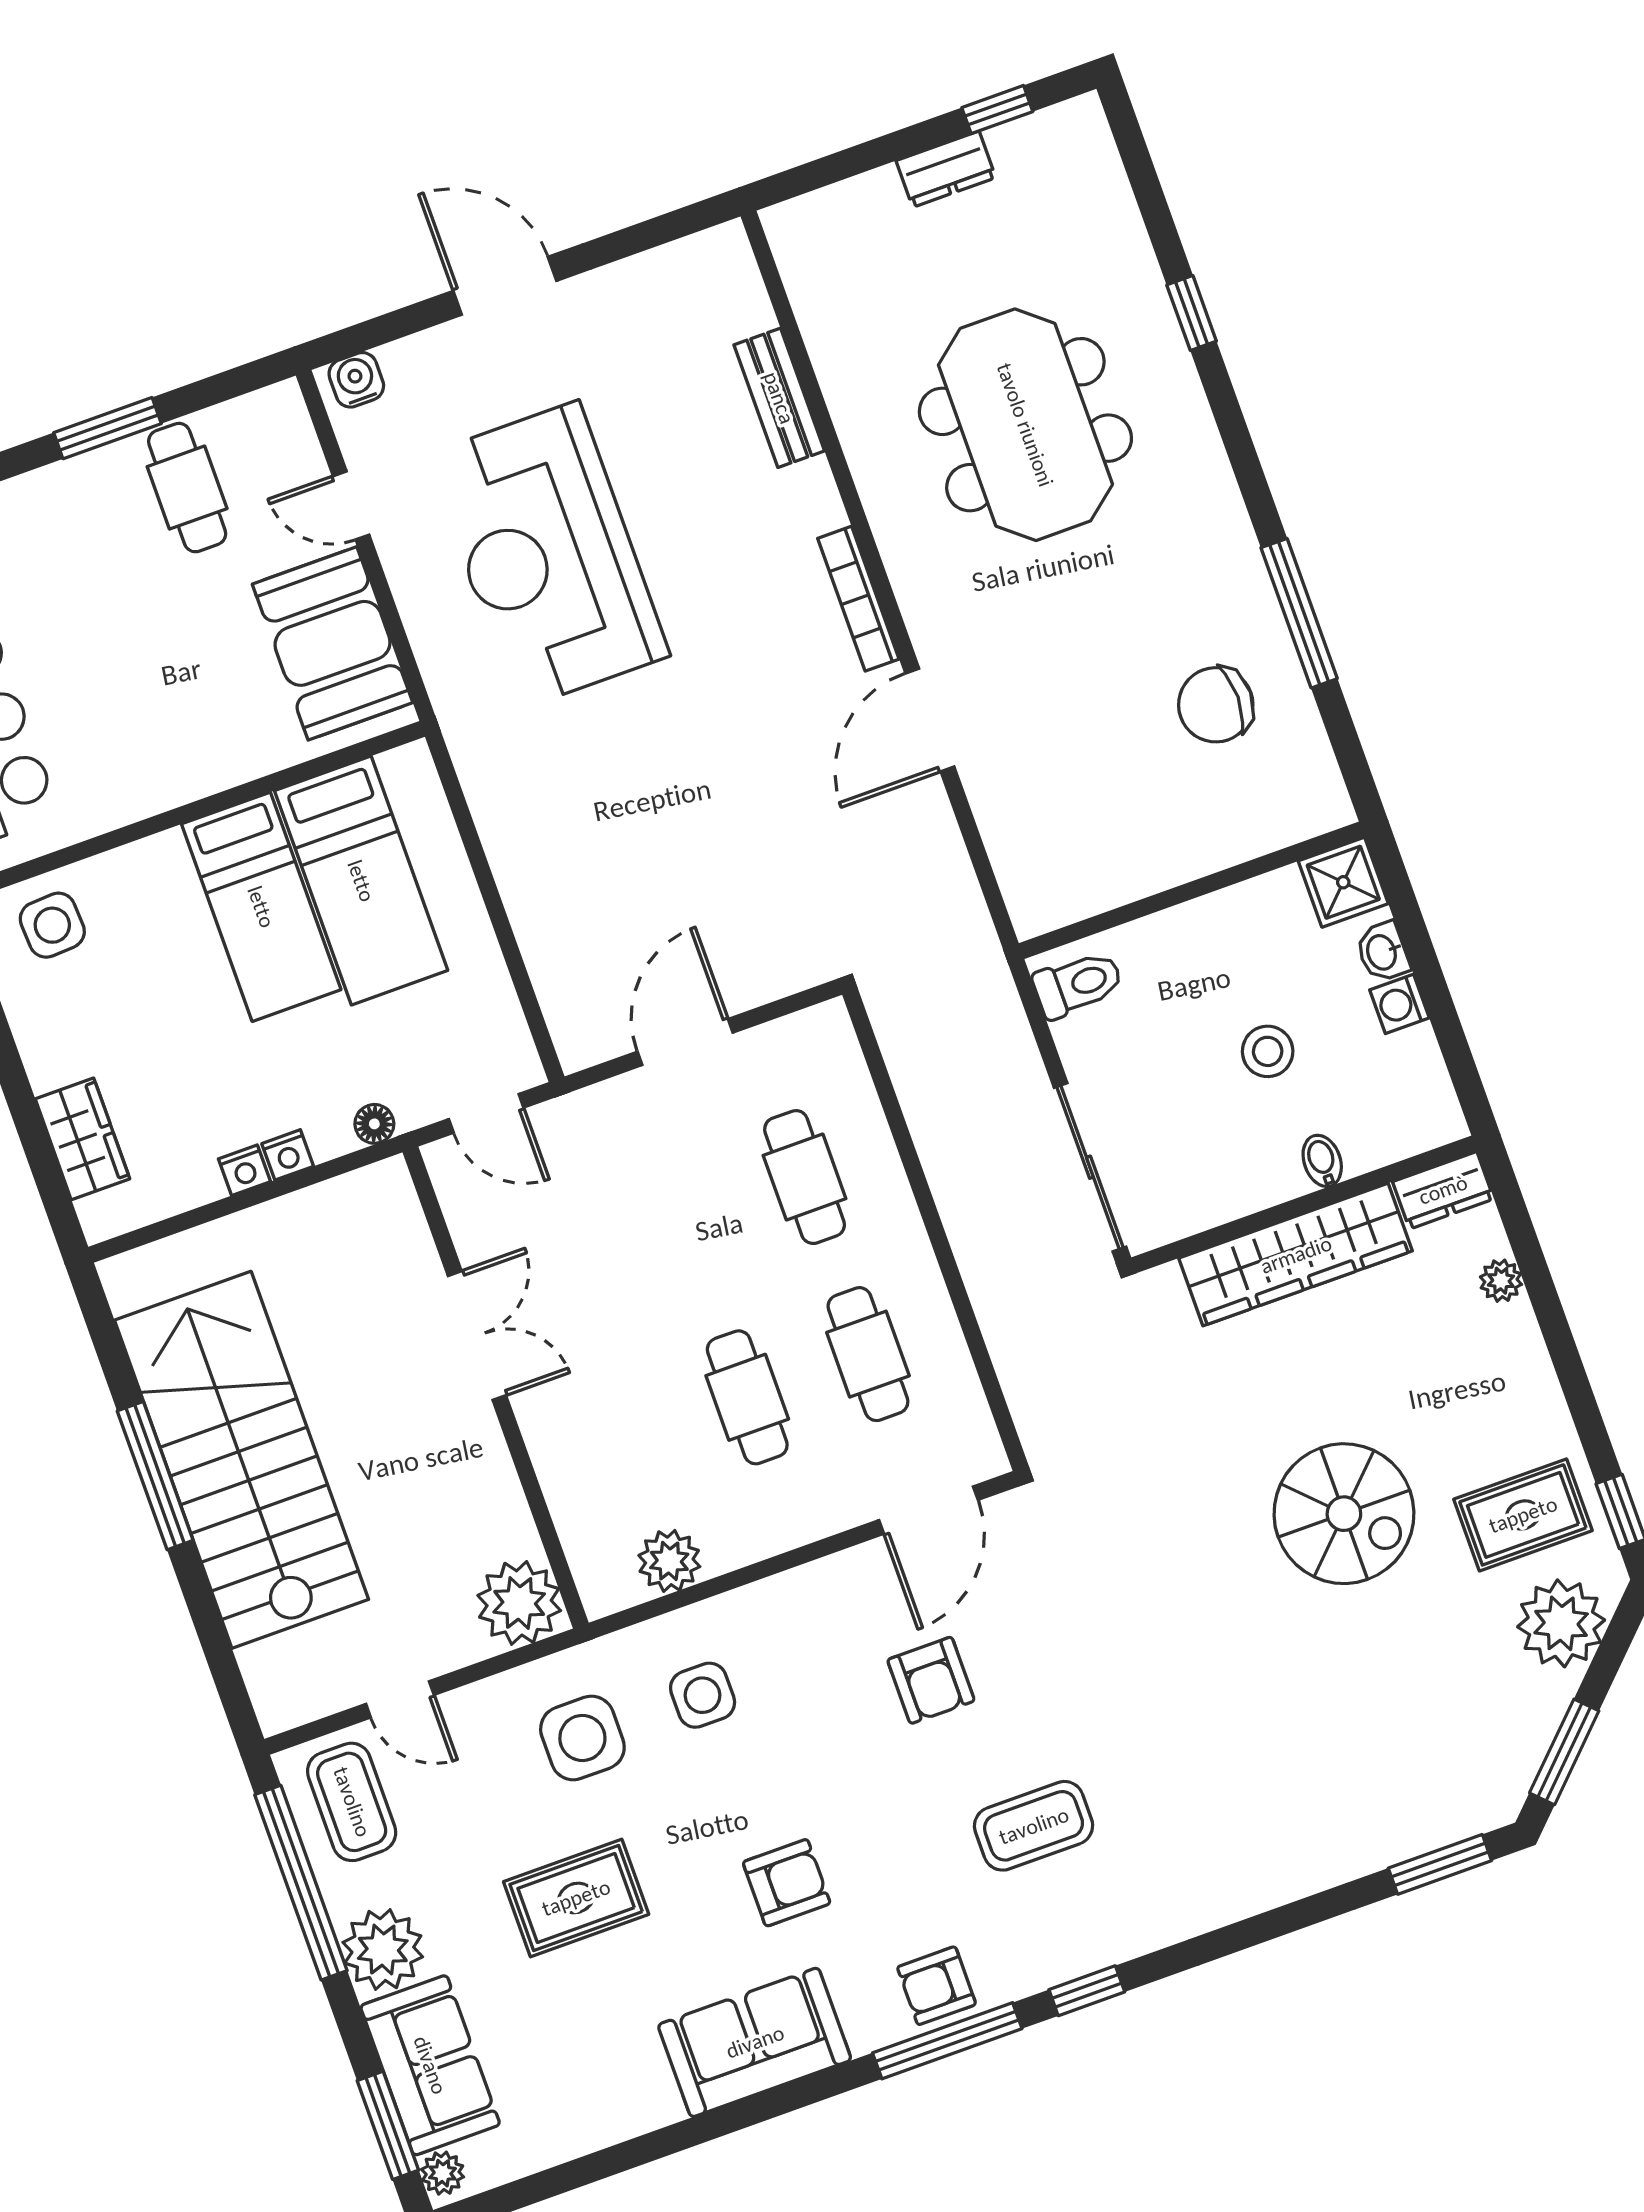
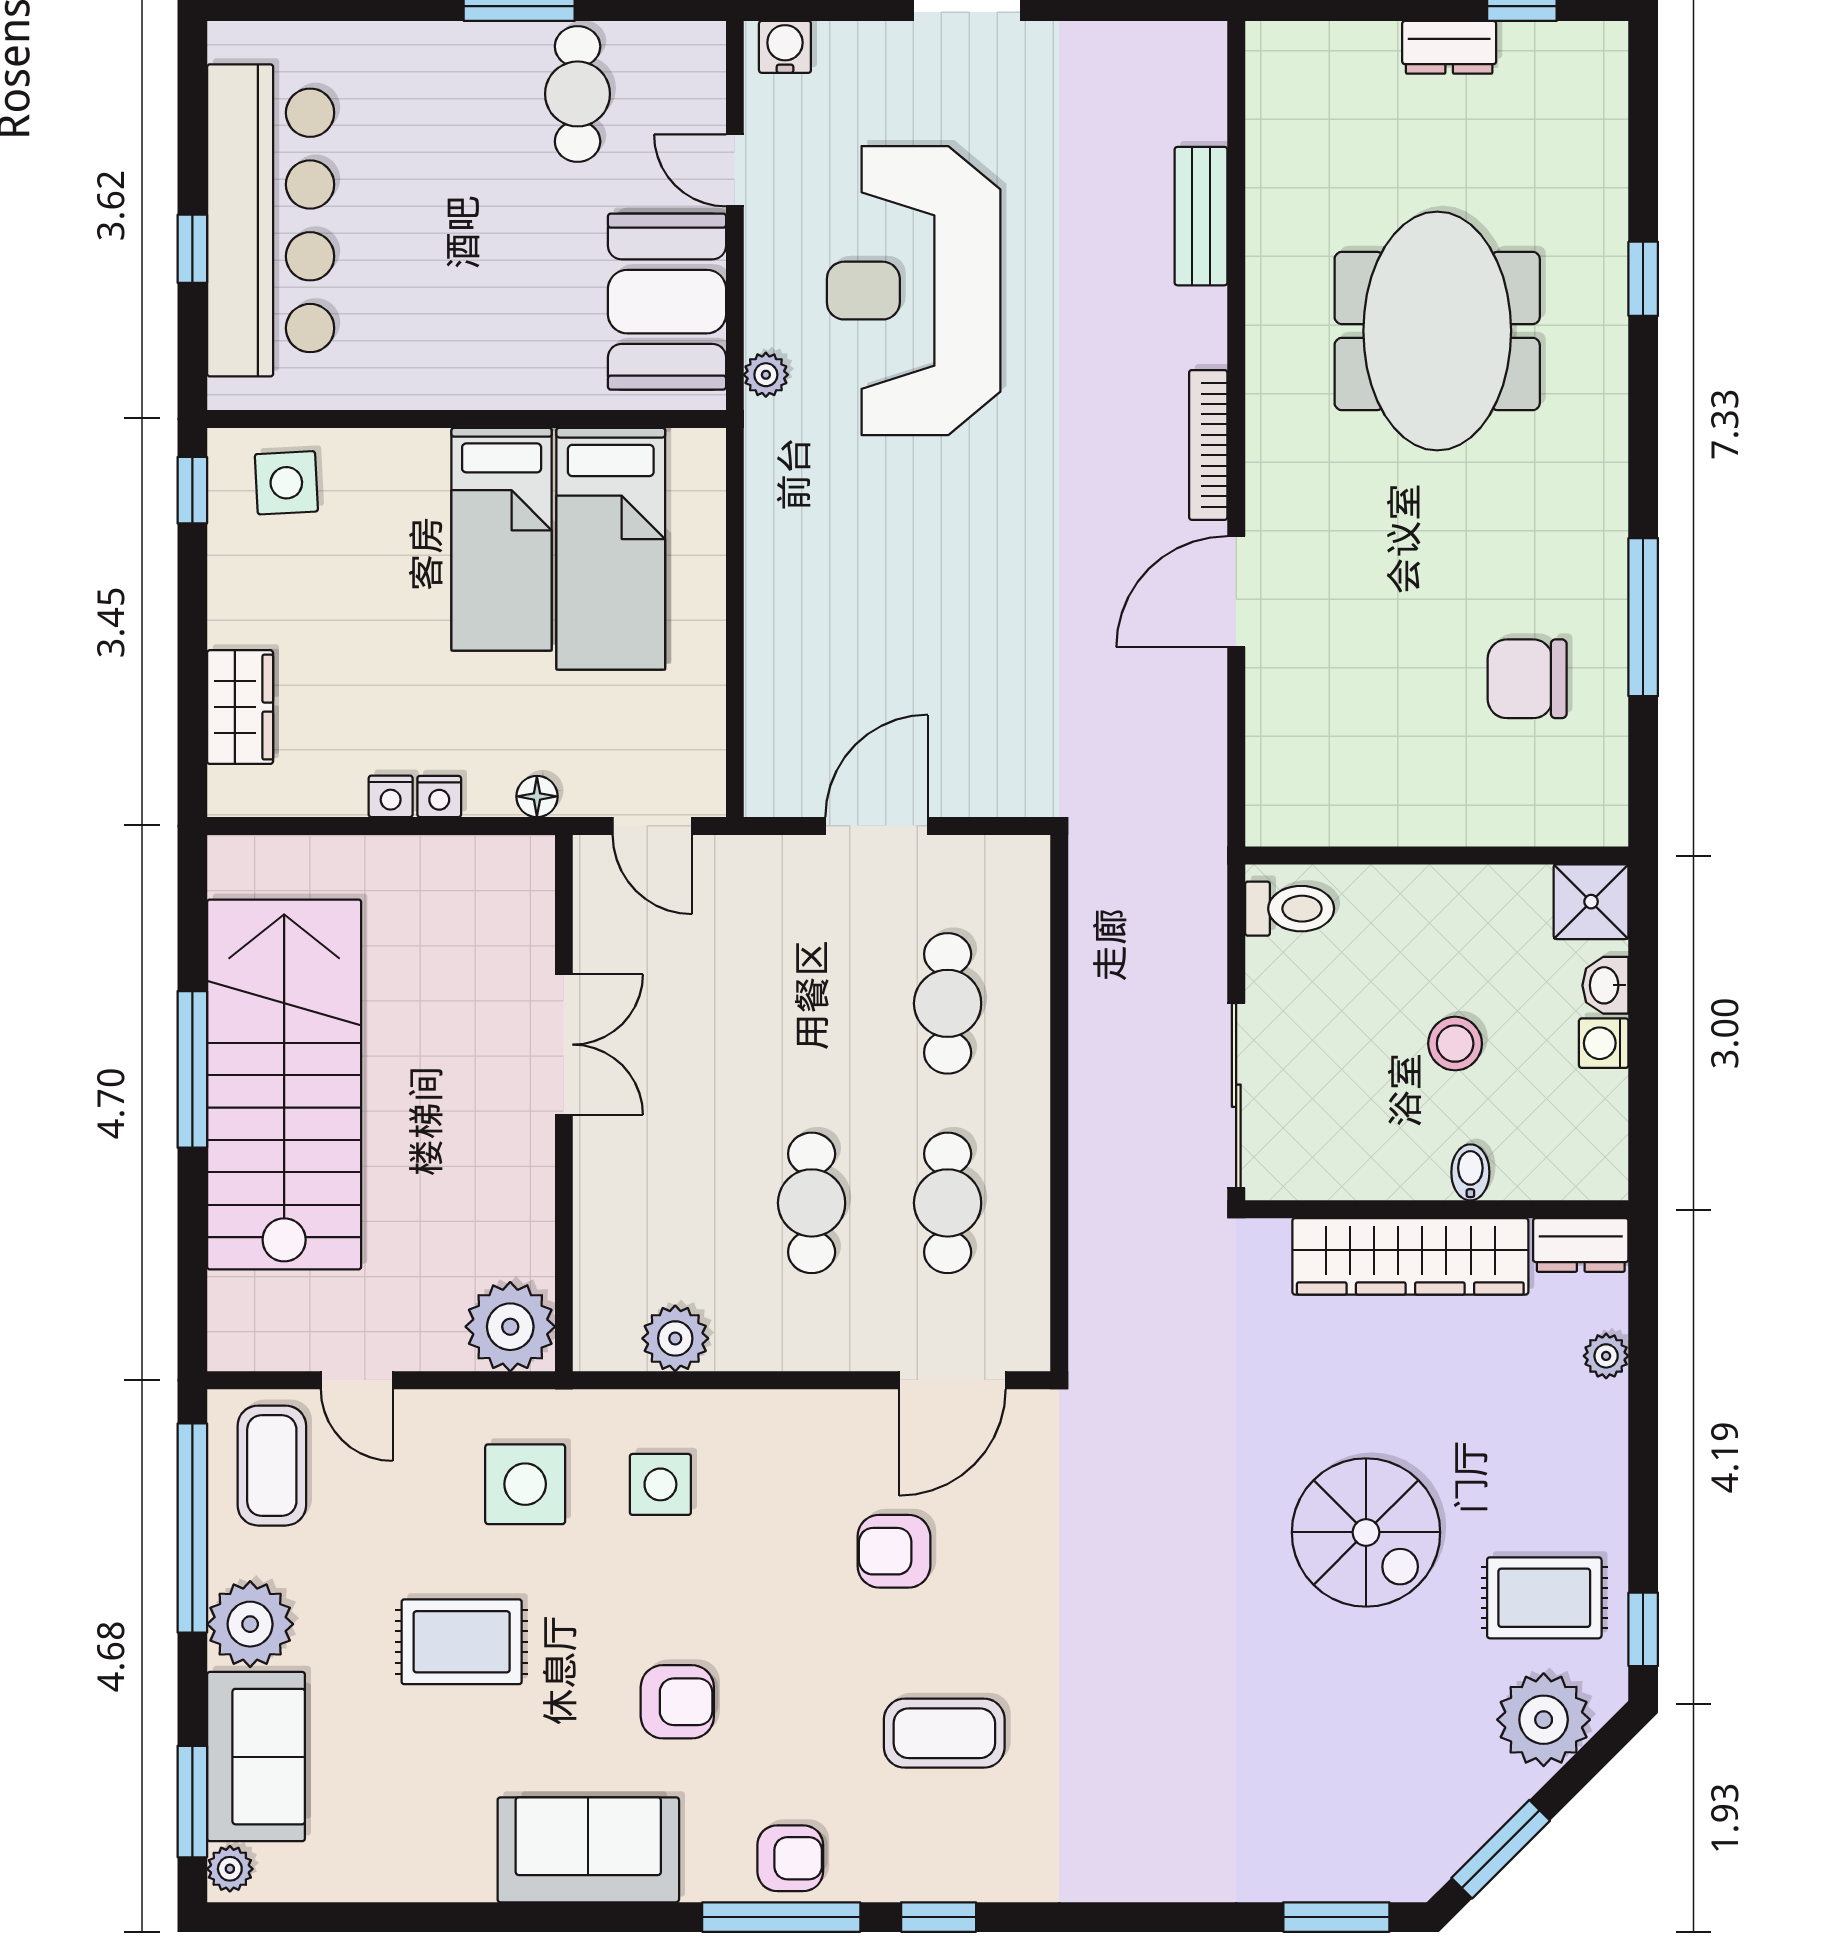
plant: (443, 677) -> (766, 375), added
armchair: (931, 1680) -> (894, 1551), turned 90
armchair: (937, 1986) -> (790, 1858), turned 180

